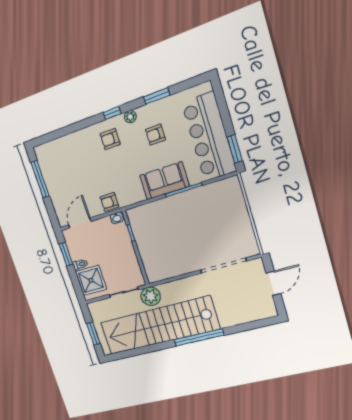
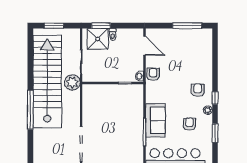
window: (66, 254) -> (101, 26), moved

